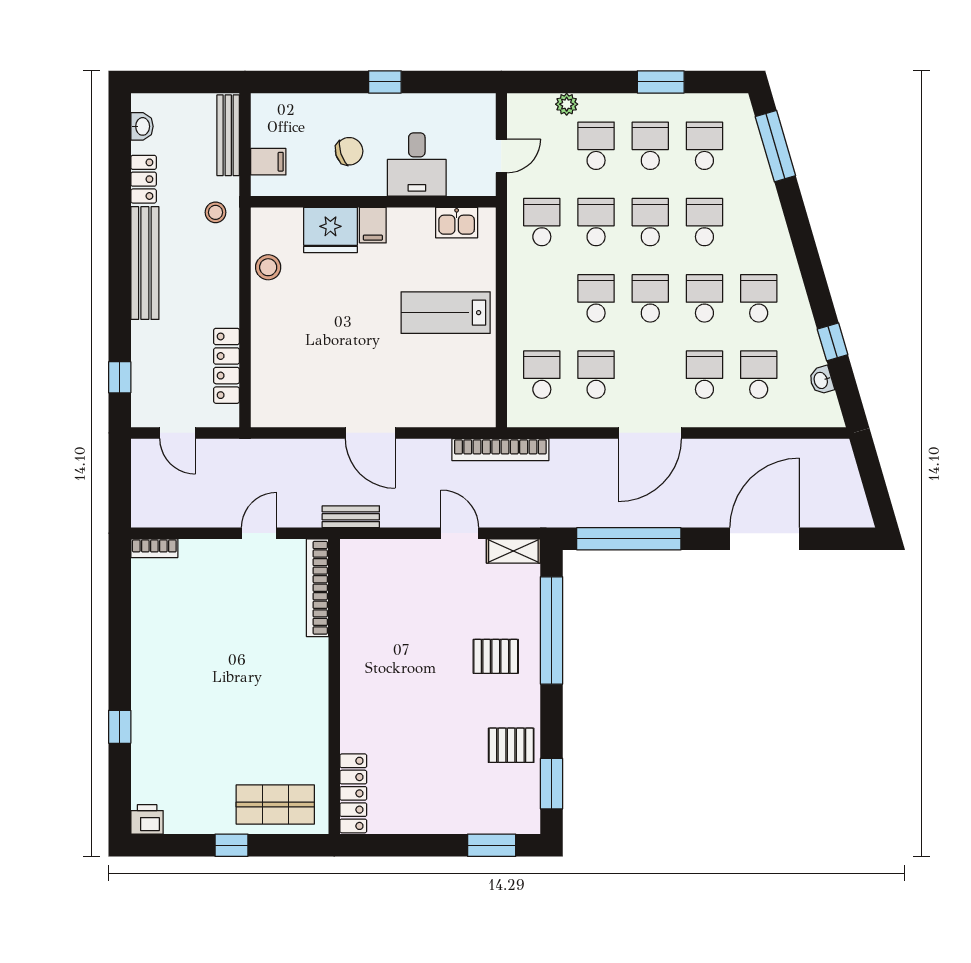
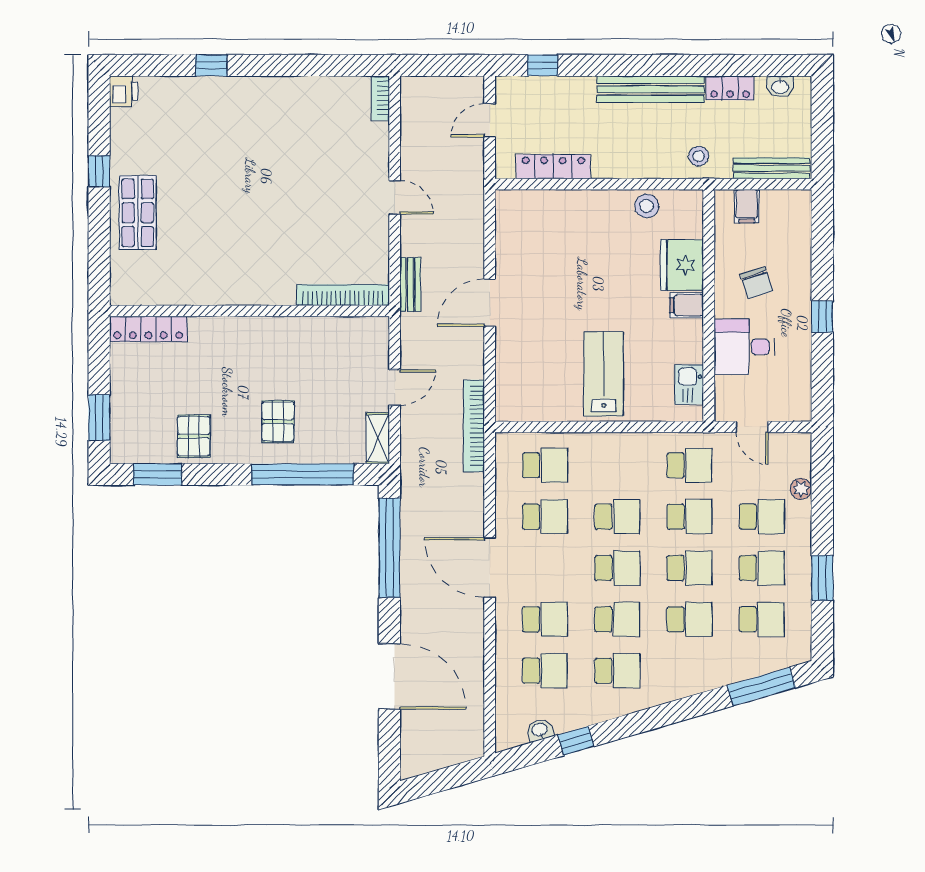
bookcase: (318, 588) -> (343, 295), moved
wall: (334, 686) -> (250, 311), moved
locker: (353, 793) -> (148, 329), moved

